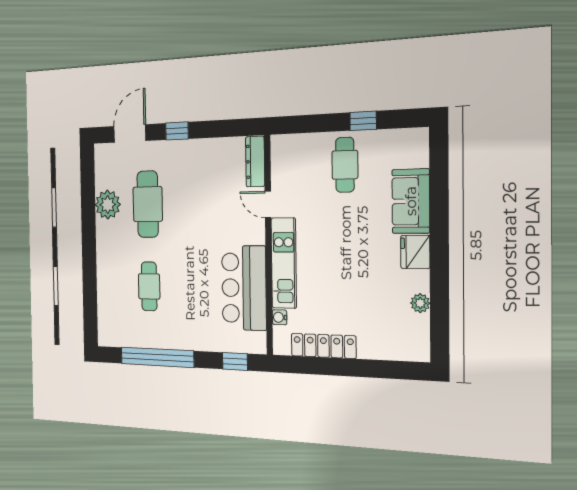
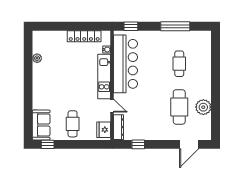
window: (363, 121) -> (48, 144), moved
window: (177, 131) -> (138, 144), moved
sofa: (411, 201) -> (41, 125), moved
fridge: (415, 252) -> (104, 130), moved, turned 180
bar counter: (244, 288) -> (125, 64), width x1.36
window: (157, 357) -> (175, 26), width x0.68

